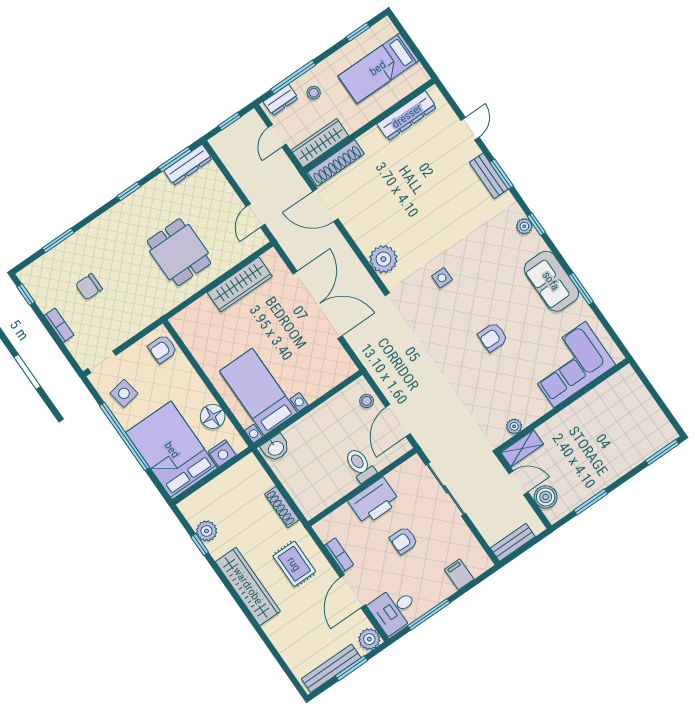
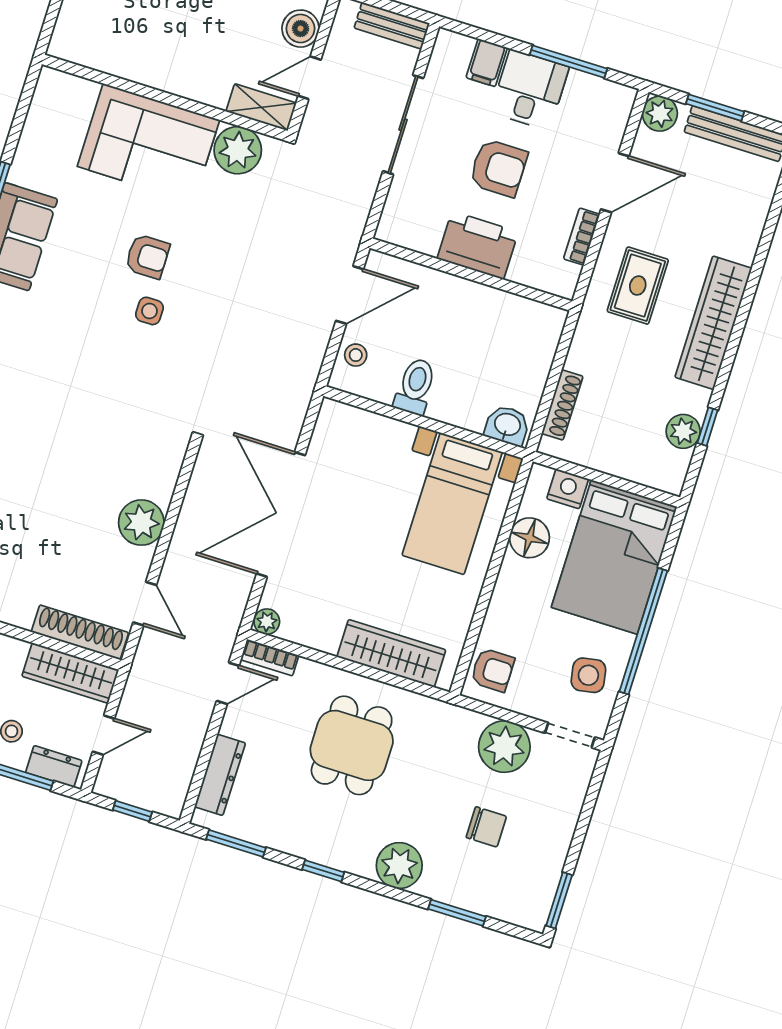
dresser: (188, 165) -> (220, 775), moved, turned 90
door: (325, 205) -> (145, 604), width x0.73
plant: (103, 230) -> (399, 866), added
plant: (271, 258) -> (267, 622), added
plant: (383, 259) -> (141, 523), moved
side table: (442, 278) -> (149, 311), moved
wardrobe: (240, 284) -> (391, 653), moved
window: (26, 295) -> (559, 900), width x1.50
bookcase: (59, 325) -> (270, 658), moved, turned -90
plant: (121, 326) -> (504, 747), added
corner sofa: (570, 364) -> (148, 143), moved
plant: (514, 426) -> (238, 150), width x1.88, depth x1.88
toilet: (360, 465) -> (415, 386), moved, turned 180
door: (518, 483) -> (310, 78), hinge flipped
sliding door: (446, 489) -> (403, 125), moved
shoe rack: (282, 507) -> (562, 405), moved
armchair: (404, 540) -> (498, 168), width x1.38, depth x1.38
desk: (394, 610) -> (530, 90), moved, turned -90

